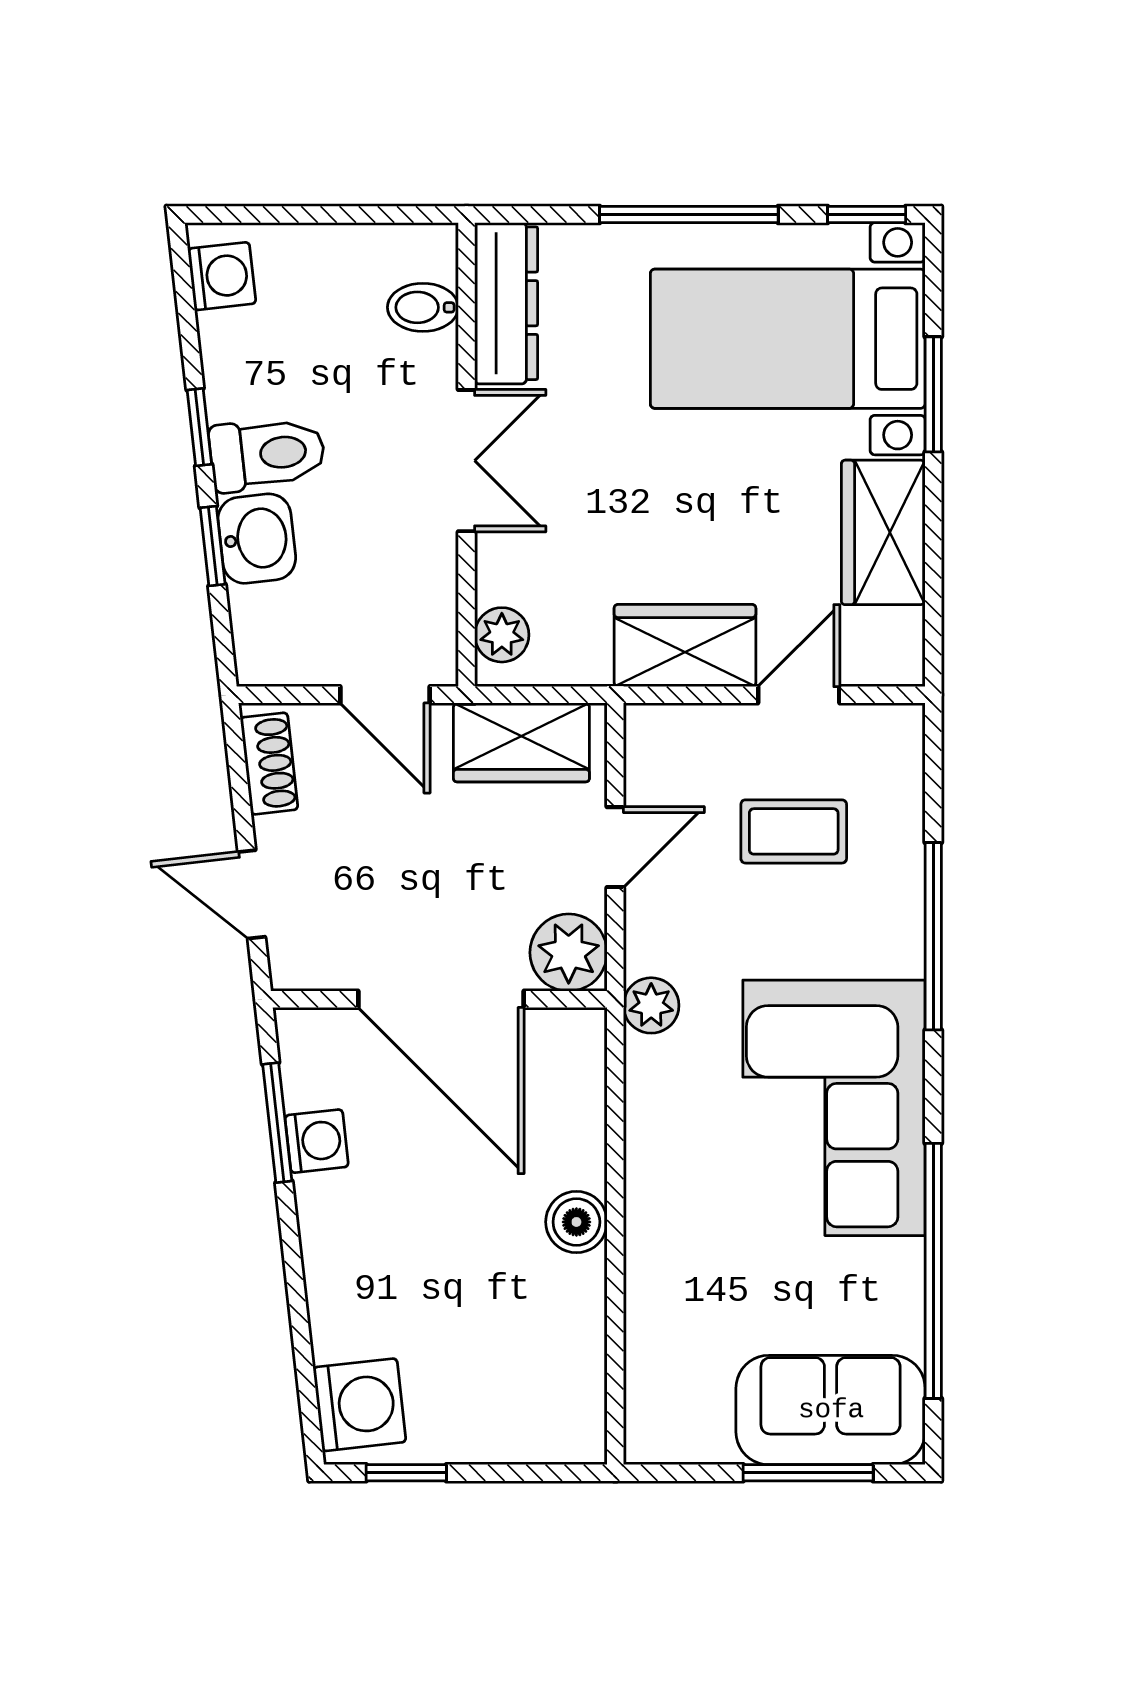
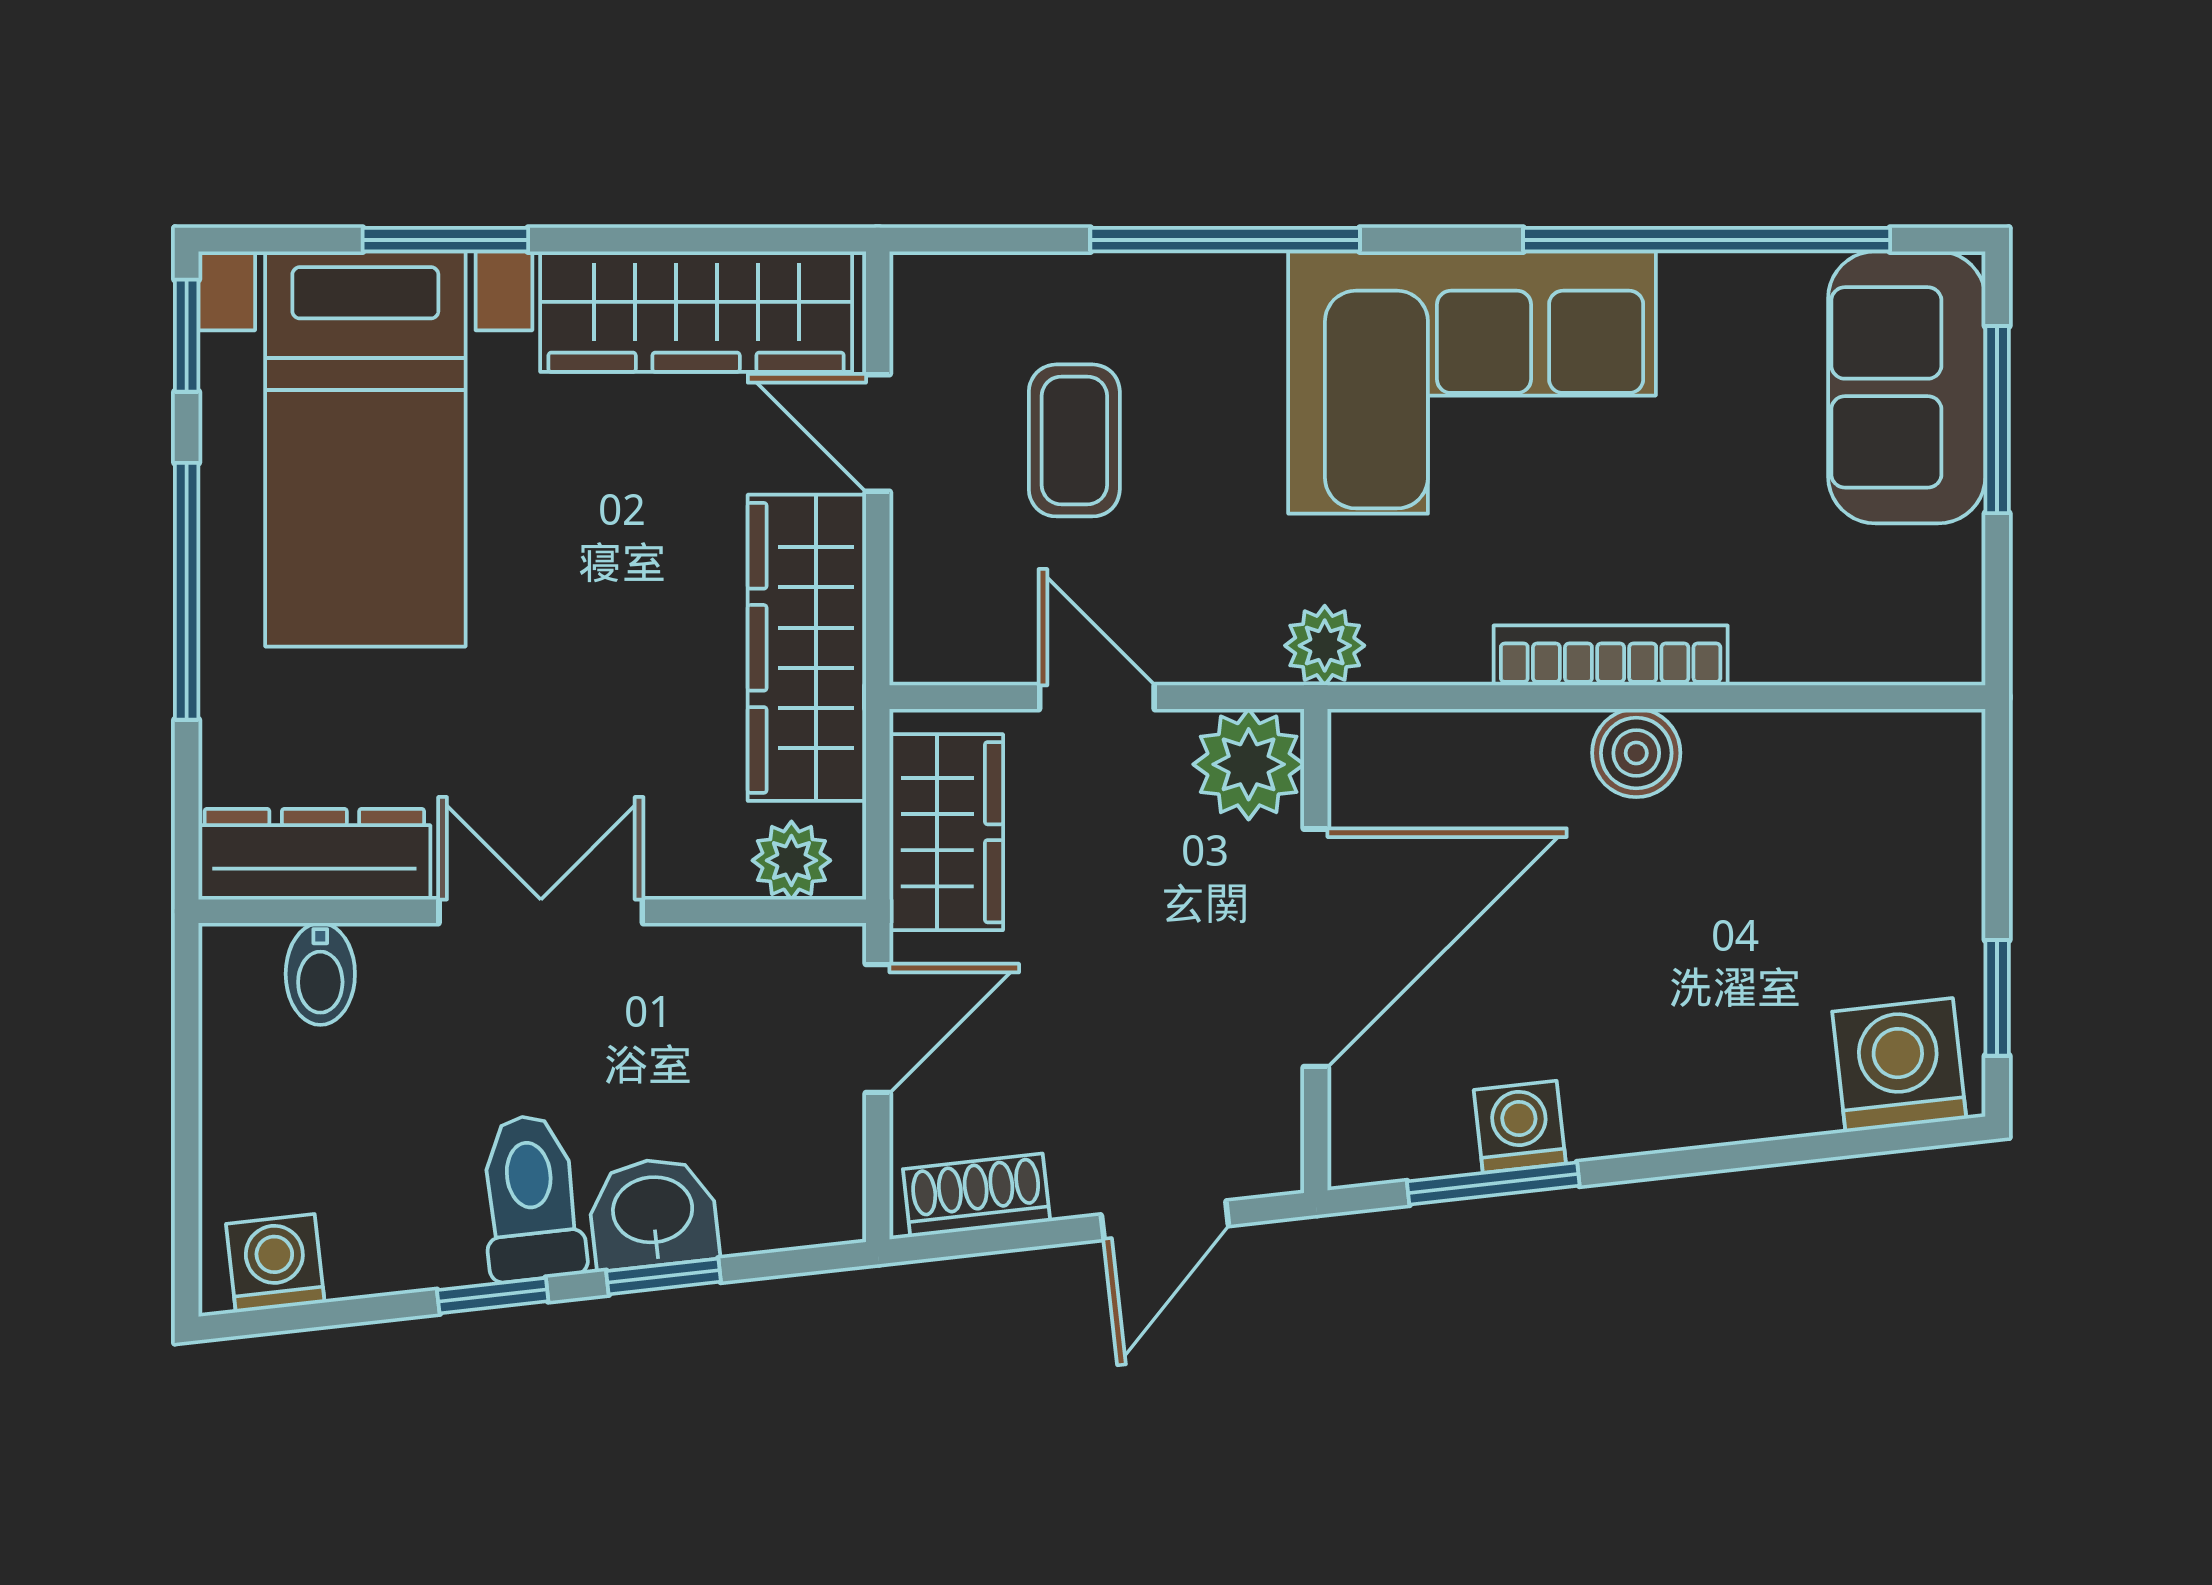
wardrobe: (883, 532) -> (696, 312), width x1.50
wardrobe: (685, 646) -> (807, 648), width x1.50
bookcase: (644, 1204) -> (1611, 655), added

